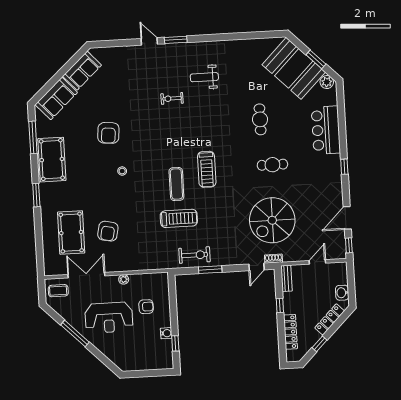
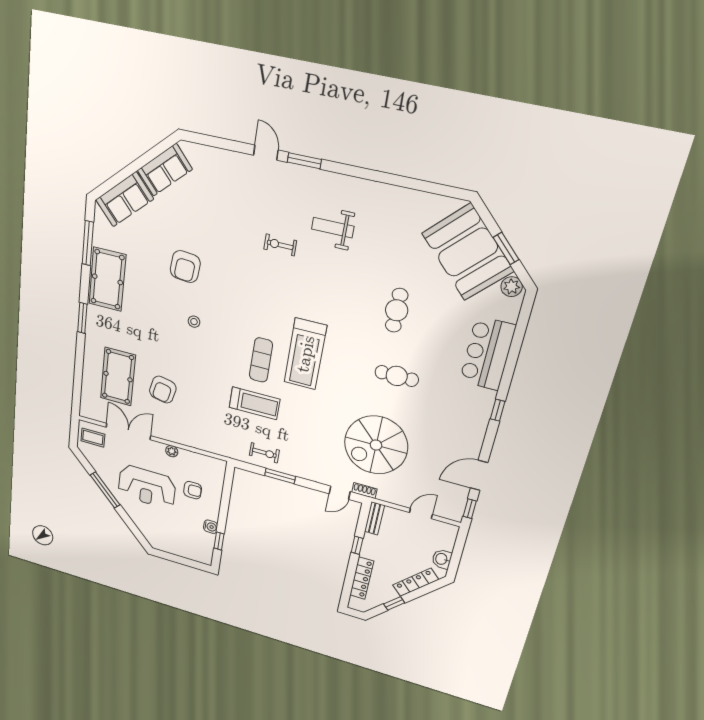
treadmill: (207, 169) -> (305, 354), width x1.37, depth x1.38
exercise bike: (194, 255) -> (264, 453), width x0.73, depth x0.72

